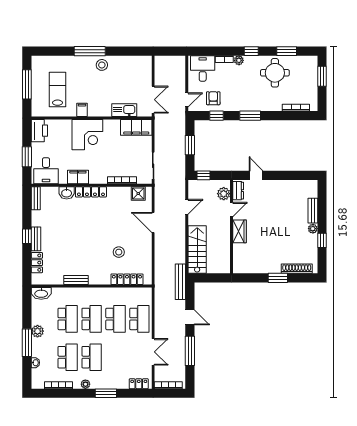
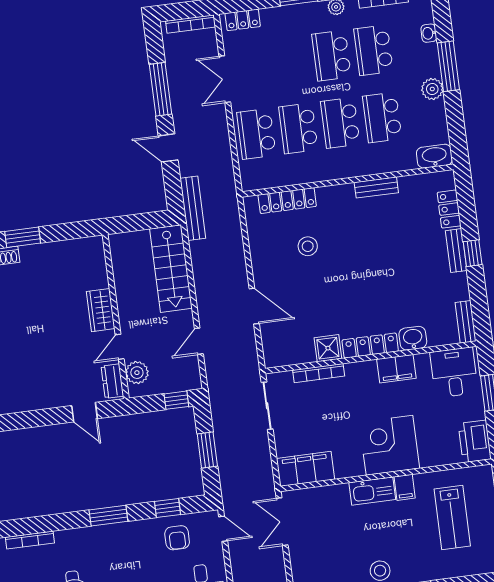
door: (187, 100) -> (223, 529), swing flipped
kitchen sink: (124, 110) -> (372, 491), moved
shower: (138, 194) -> (328, 348), moved

